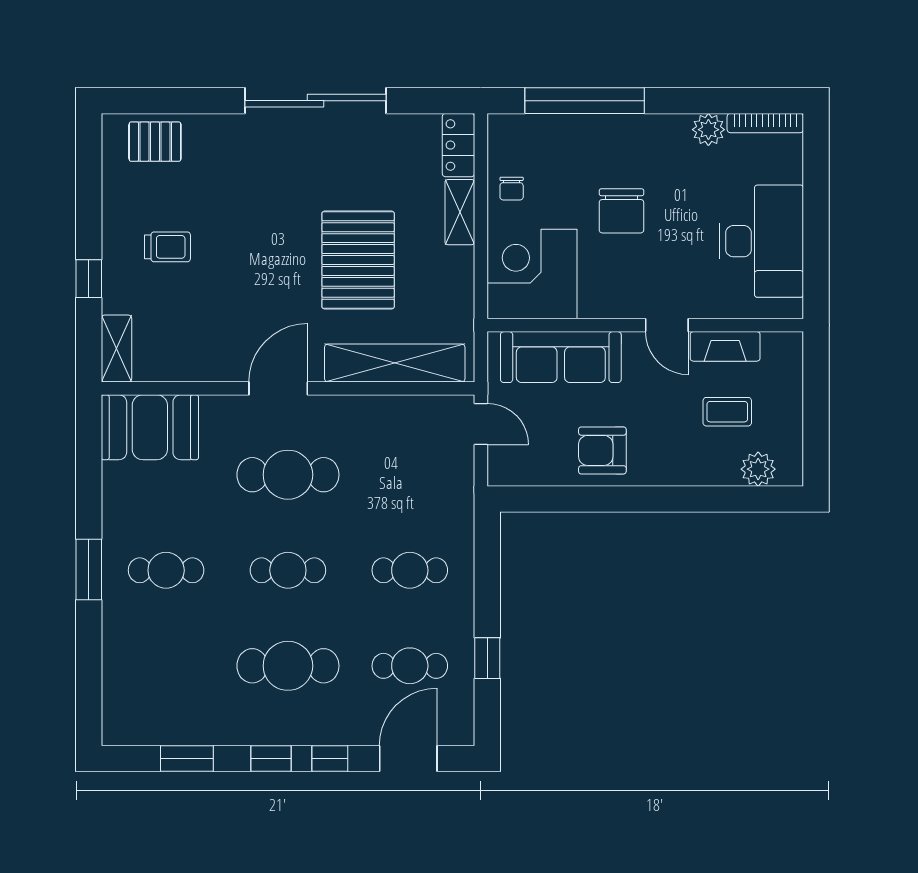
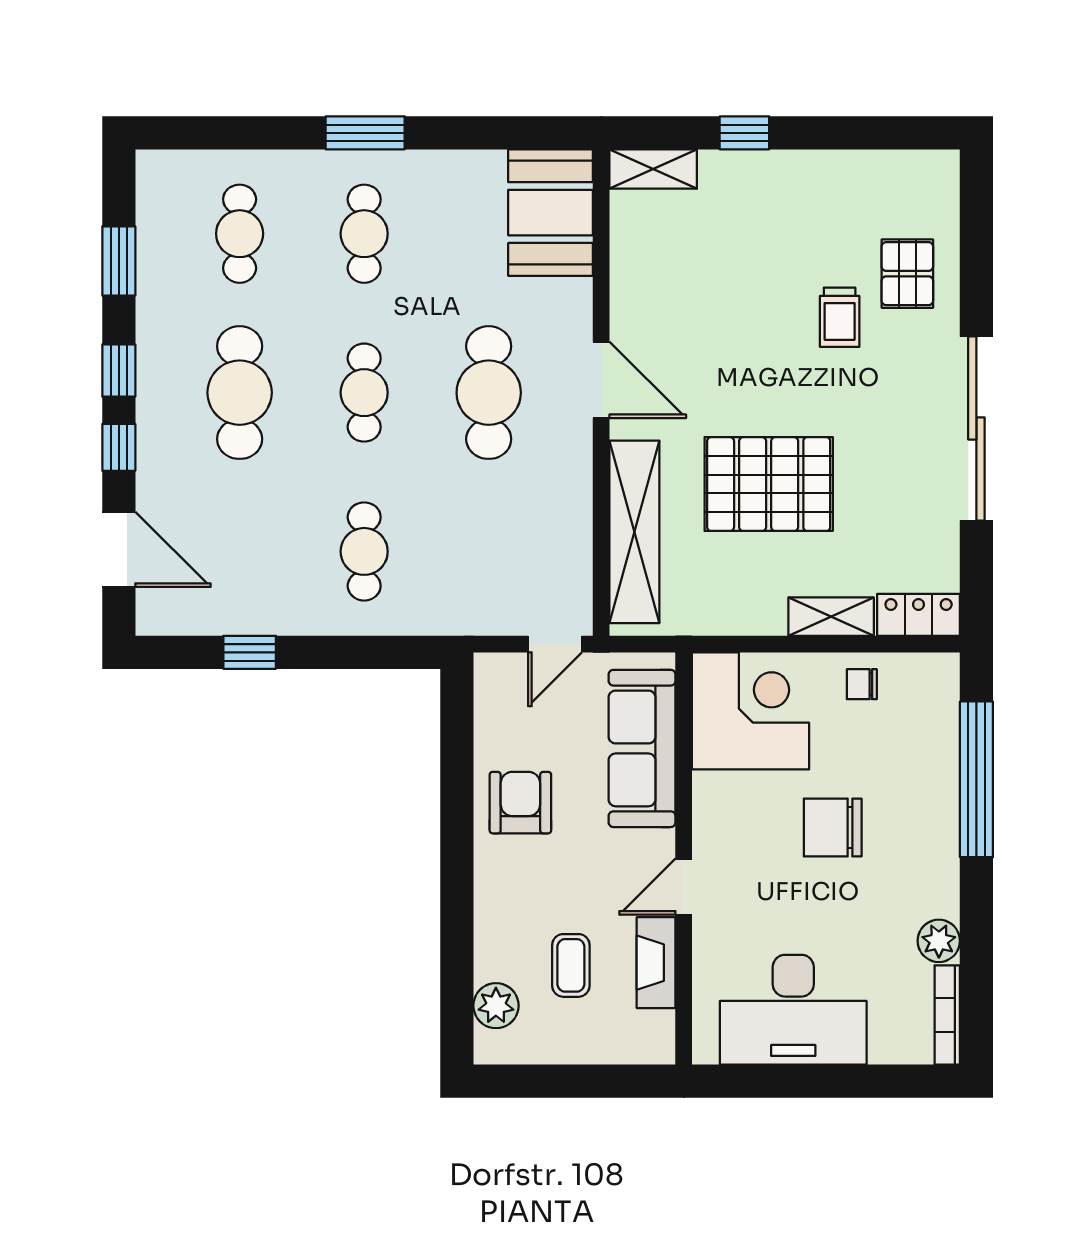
pallet: (155, 142) -> (907, 274), moved
trolley: (167, 247) -> (840, 317), moved
cafe table: (410, 666) -> (240, 234), moved

